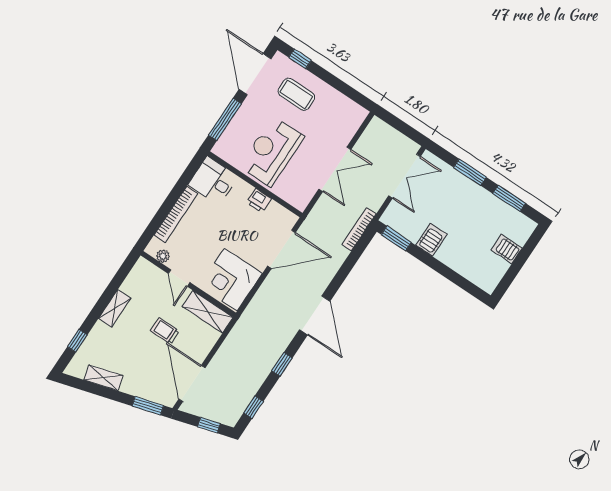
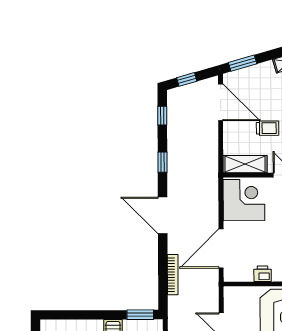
bookcase: (359, 229) -> (173, 275), moved

